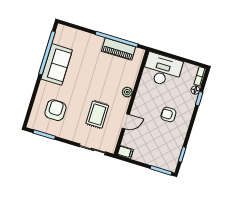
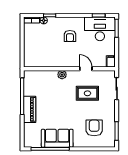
piano: (118, 49) -> (30, 109), moved
desk: (162, 70) -> (100, 29), moved, turned 90
armchair: (55, 110) -> (94, 128), turned 90

